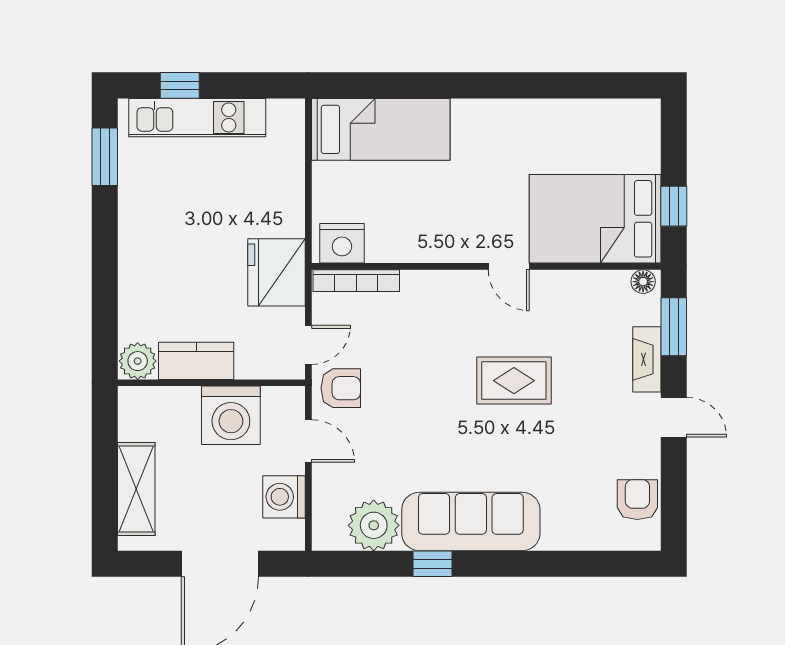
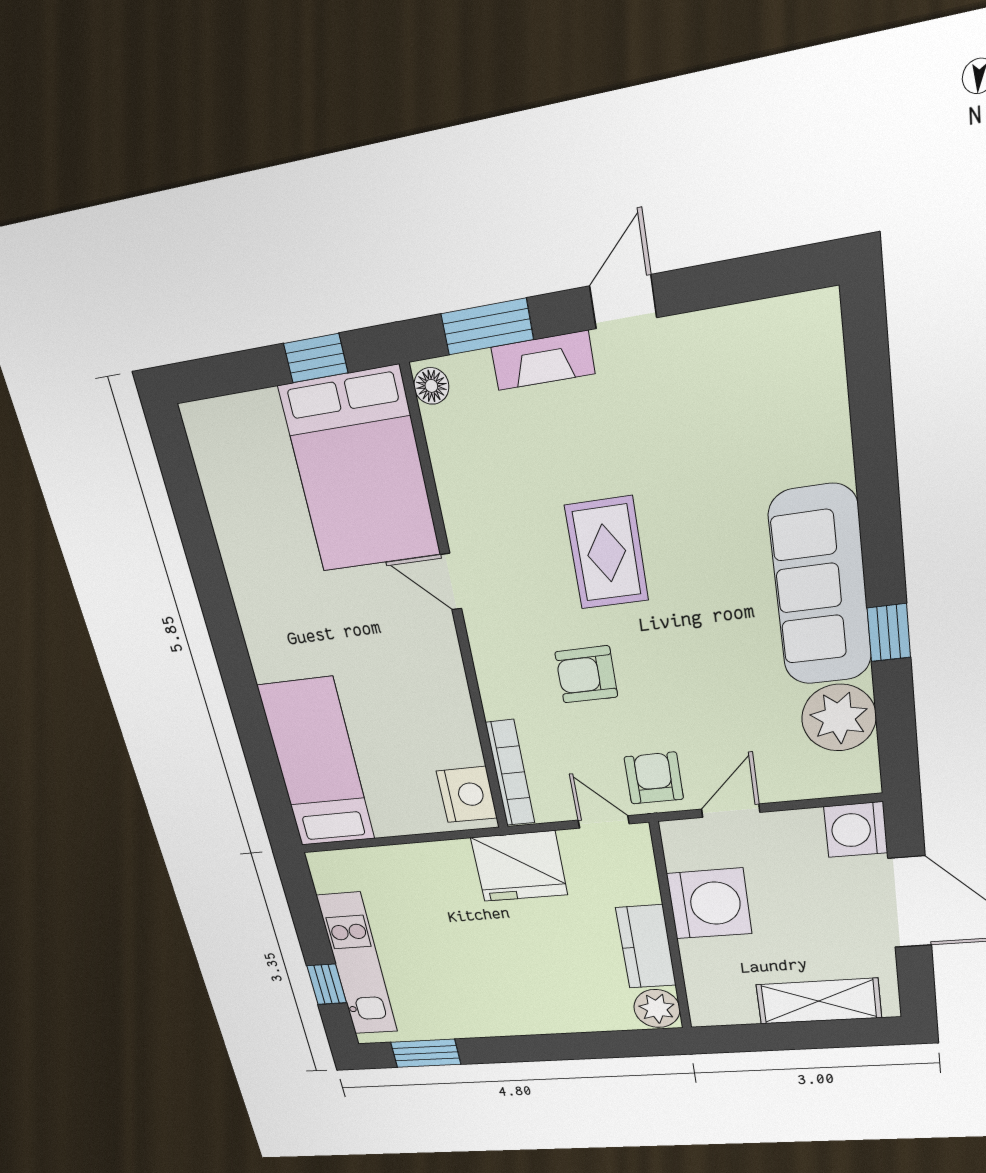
door: (509, 266) -> (451, 582), swing flipped
washing machine: (284, 497) -> (856, 830), moved, turned 90
armchair: (637, 500) -> (586, 674), moved

